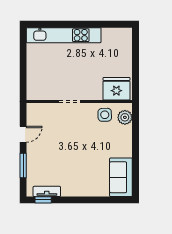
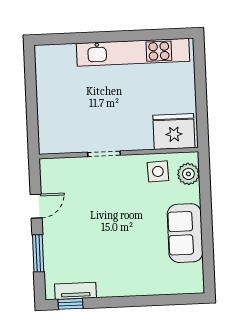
kitchen unit: (64, 35) -> (133, 52), moved
sofa: (121, 177) -> (185, 233), moved

